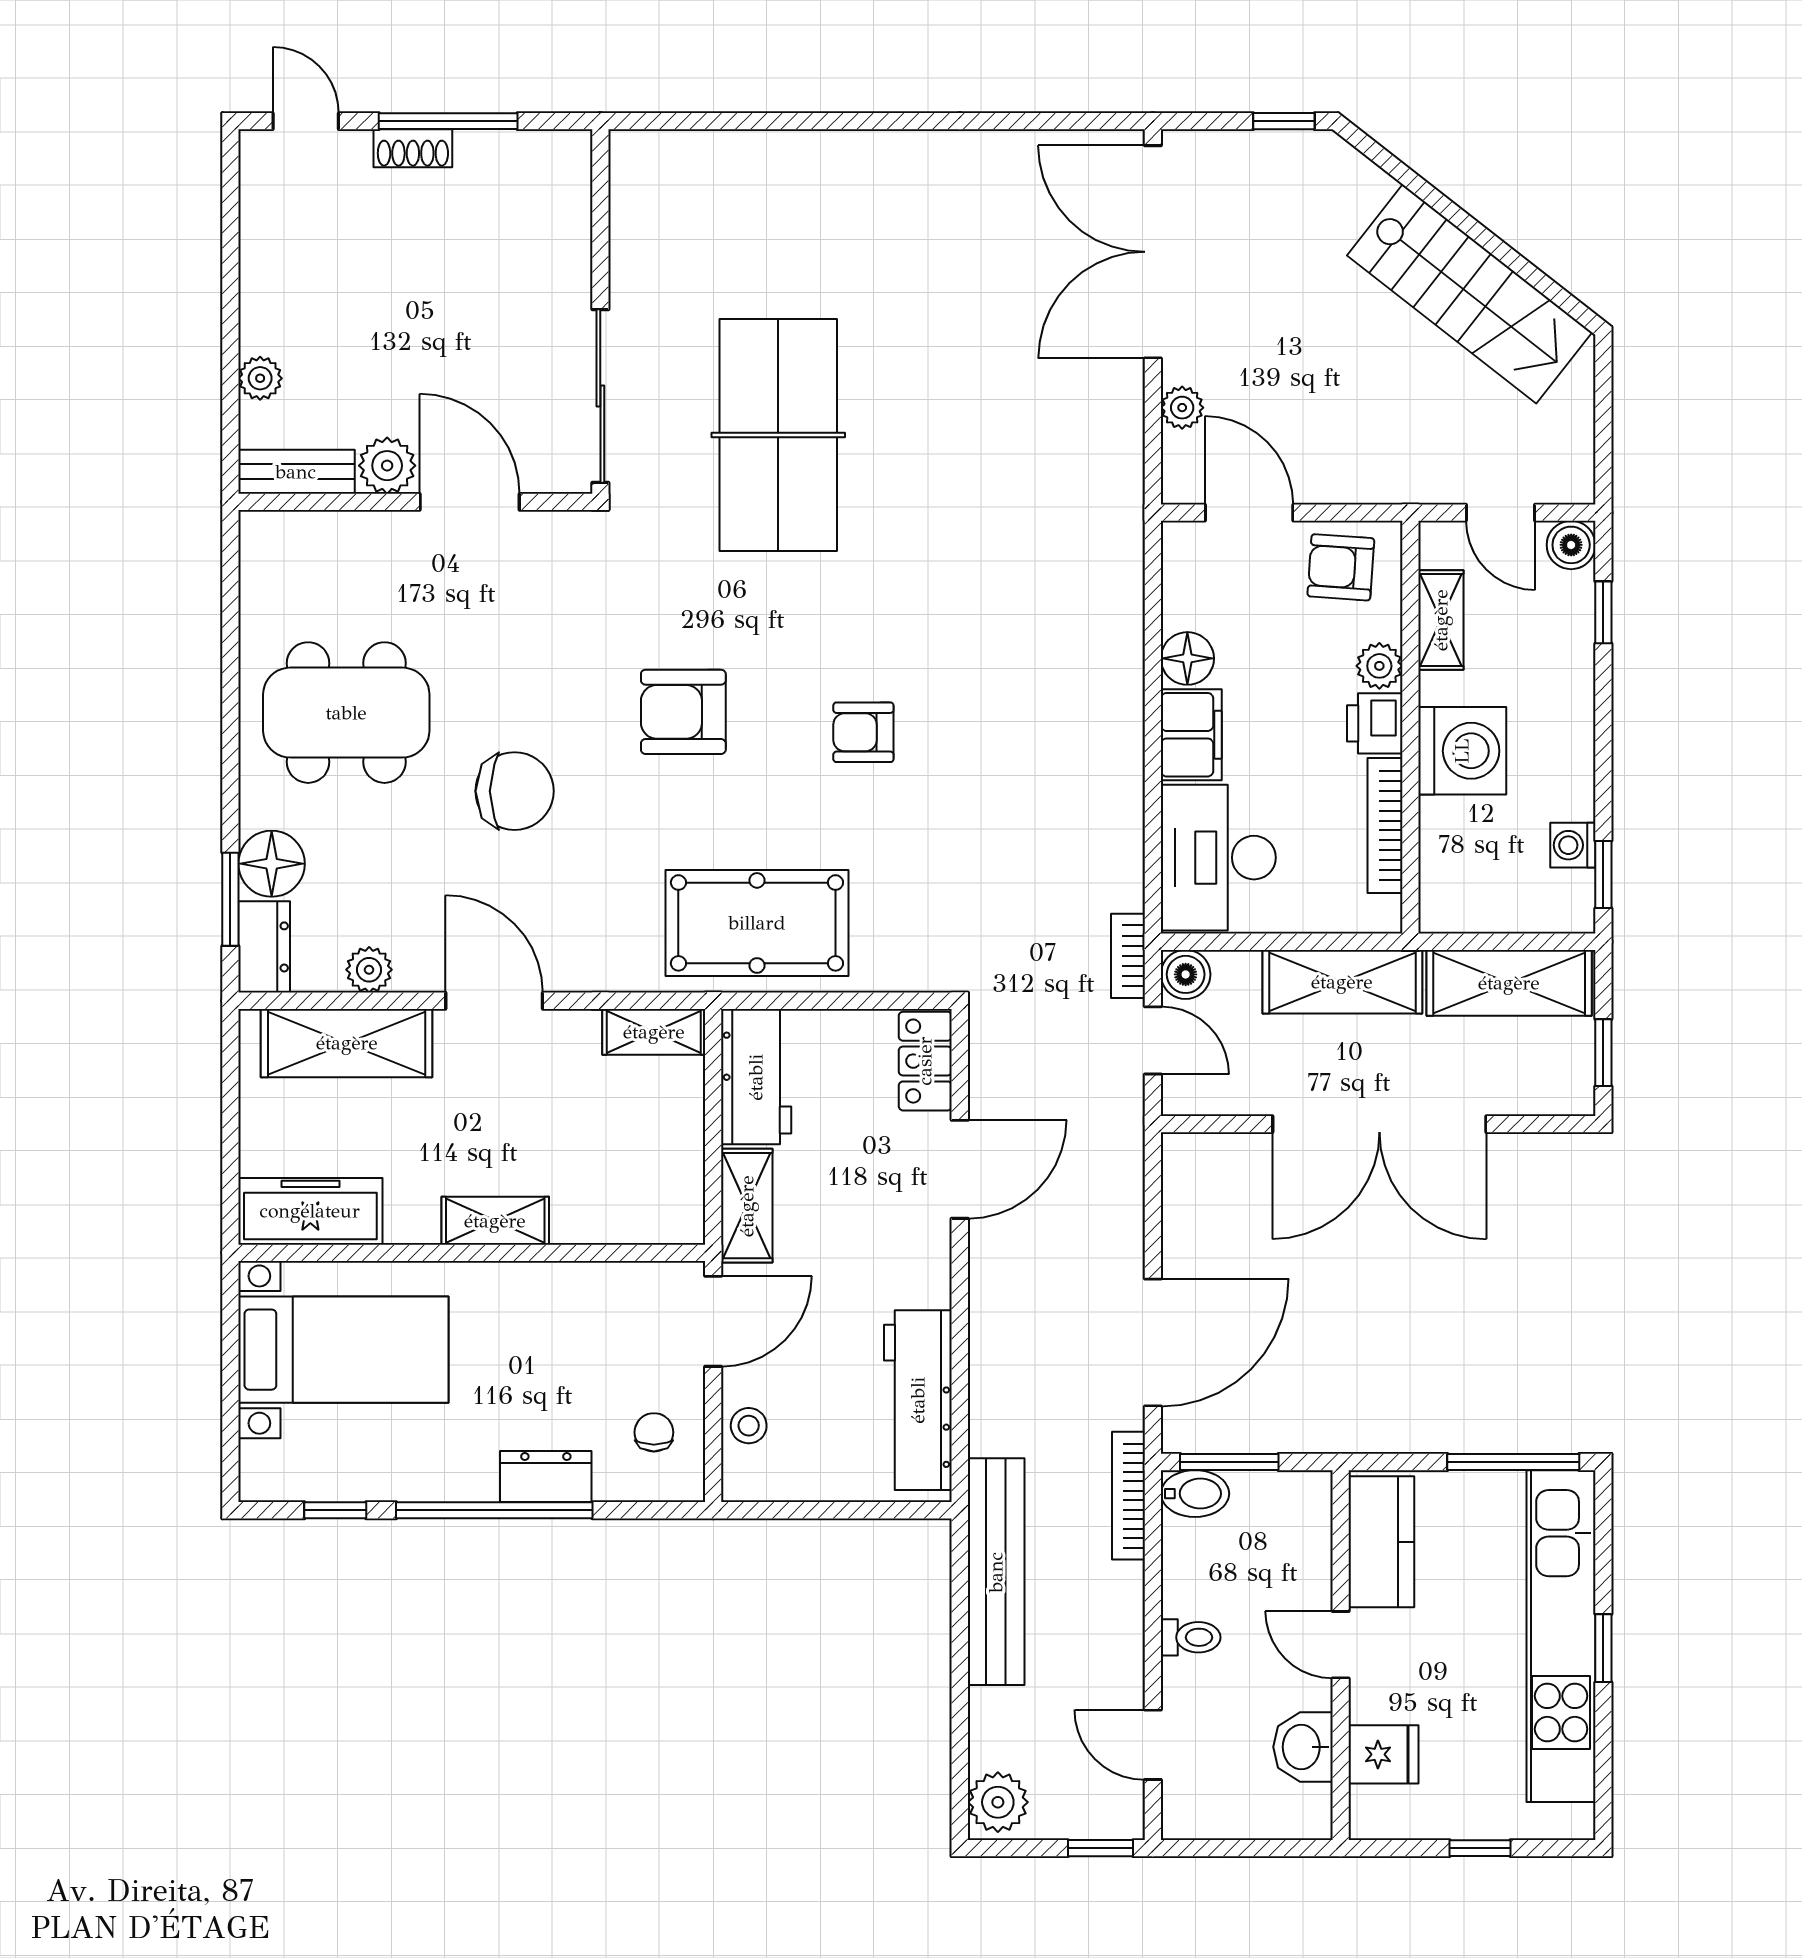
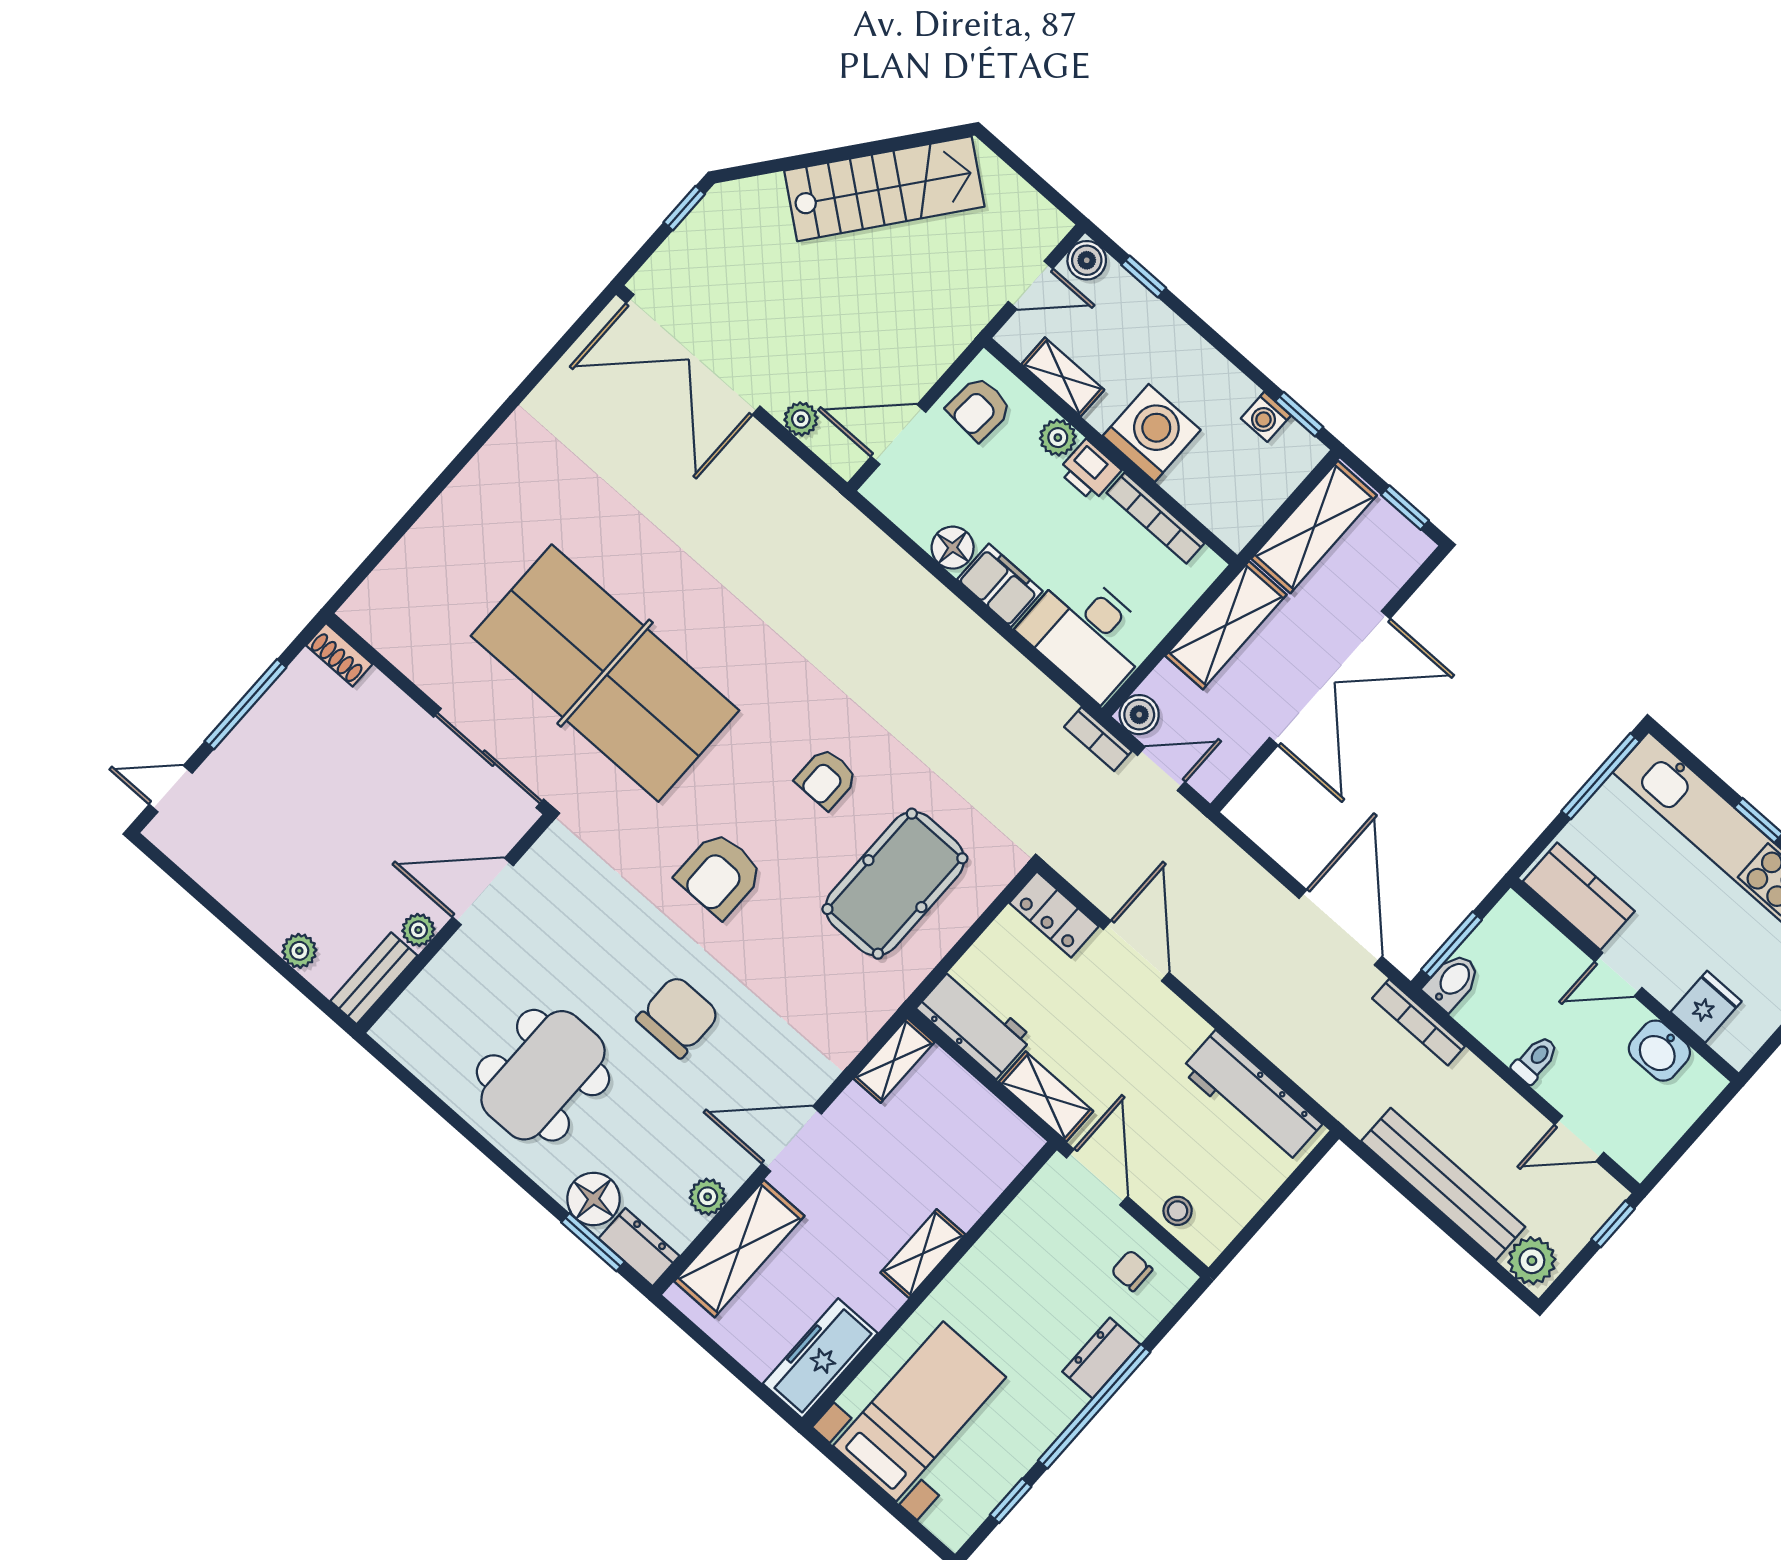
shoe rack: (413, 148) -> (339, 655), moved, turned 90
table tennis table: (778, 435) -> (605, 673), width x1.36, depth x1.32
plant: (387, 466) -> (418, 930), width x0.73, depth x0.73
pool table: (757, 923) -> (895, 884), moved
bench: (996, 1572) -> (1443, 1184), moved

